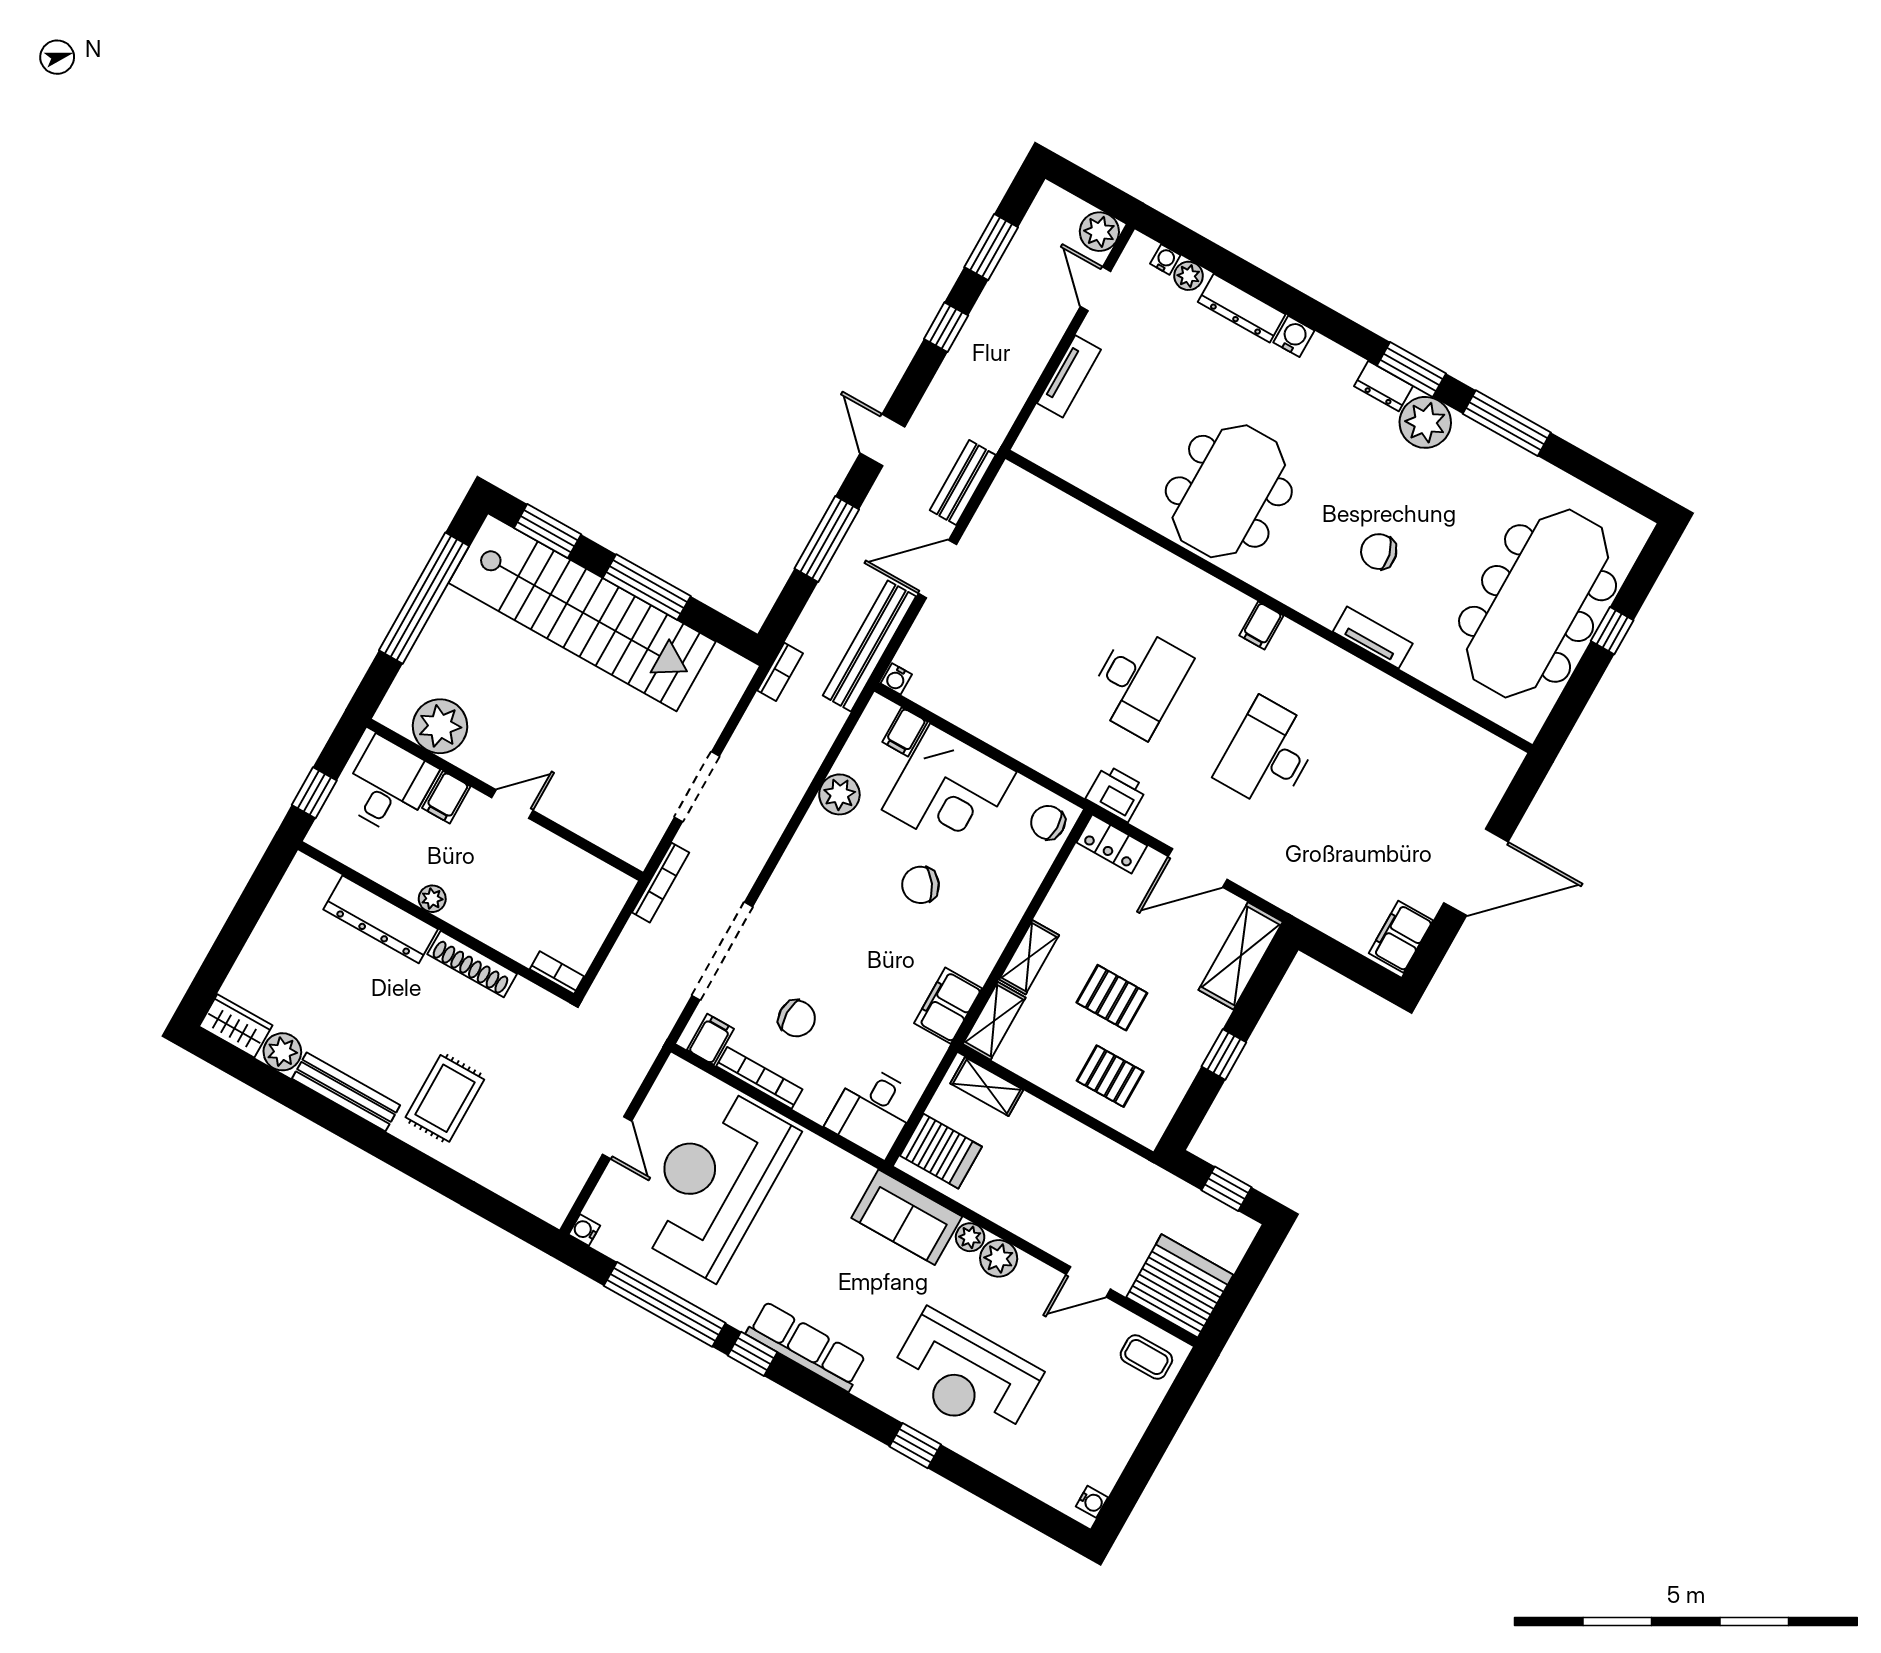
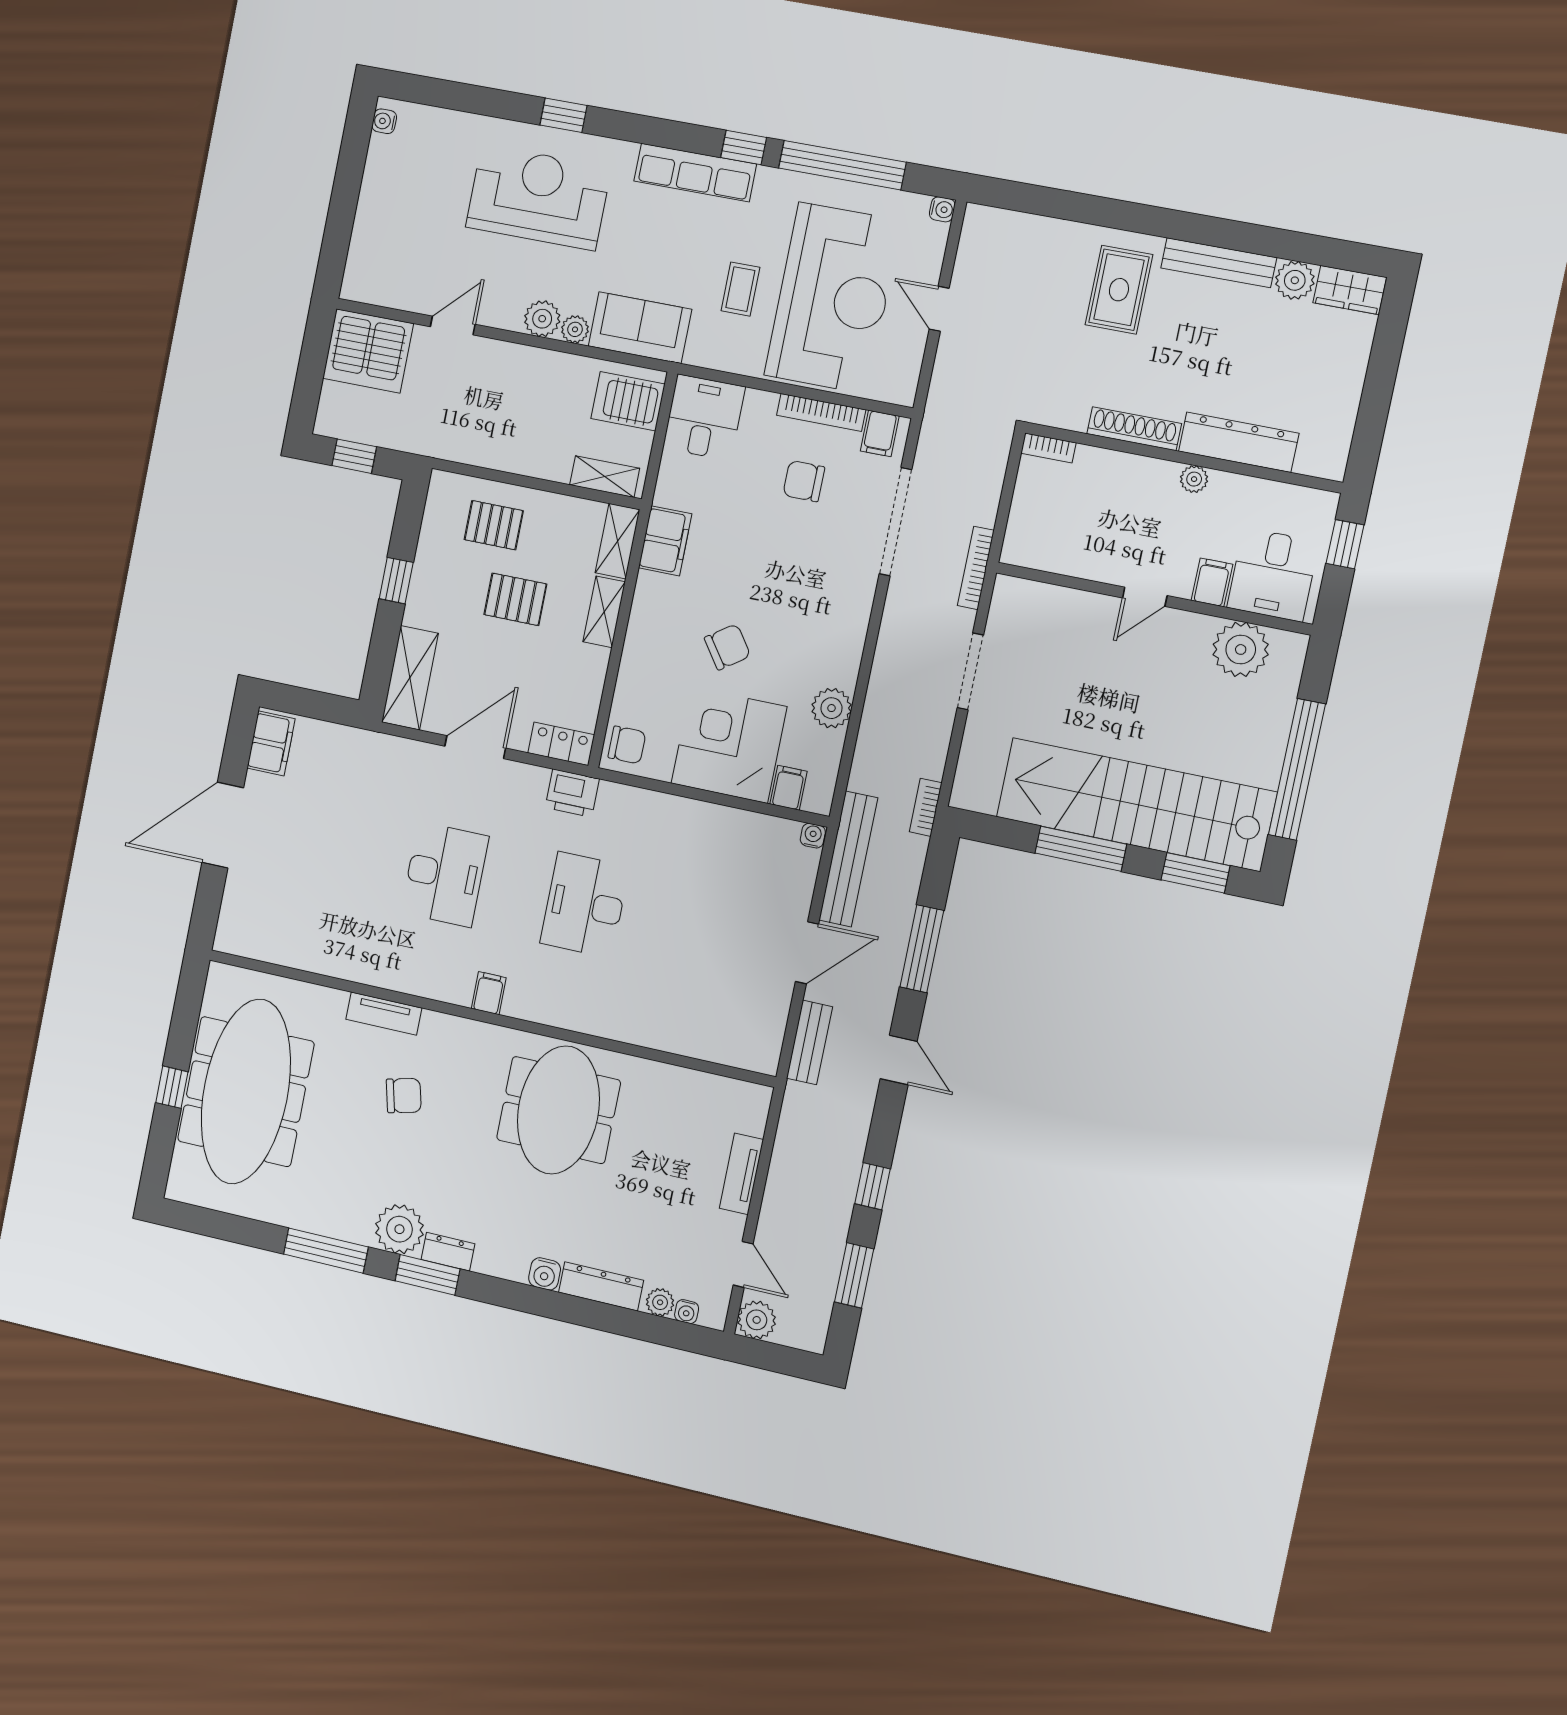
coffee table: (1146, 1357) -> (740, 289), moved, turned 90

